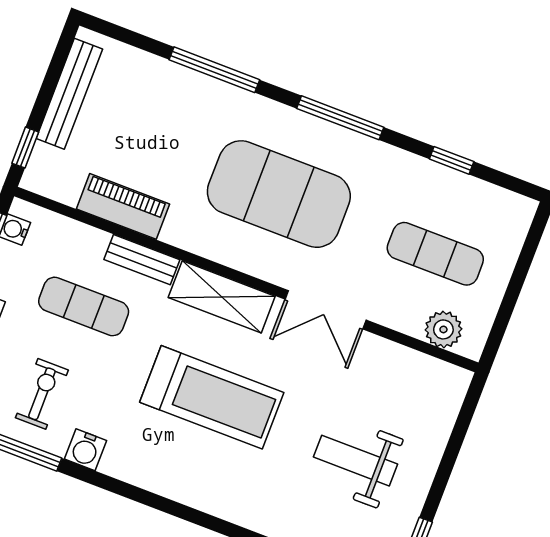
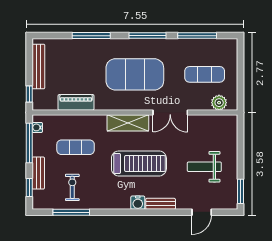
window: (452, 160) -> (197, 36), width x2.17
bench: (142, 260) -> (161, 204), moved
water cooler: (86, 450) -> (138, 203), moved

